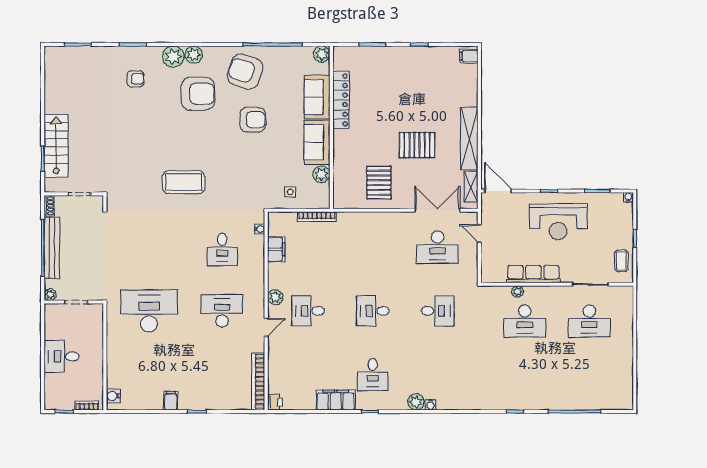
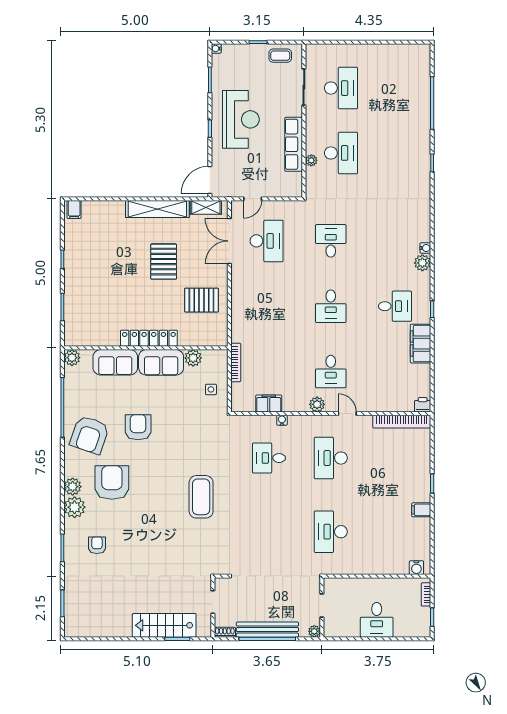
locker: (341, 100) -> (149, 338), moved
water cooler: (260, 229) -> (282, 420), moved
desk: (222, 250) -> (269, 458), turned 180
desk: (149, 311) -> (331, 532), width x0.73, depth x0.77

